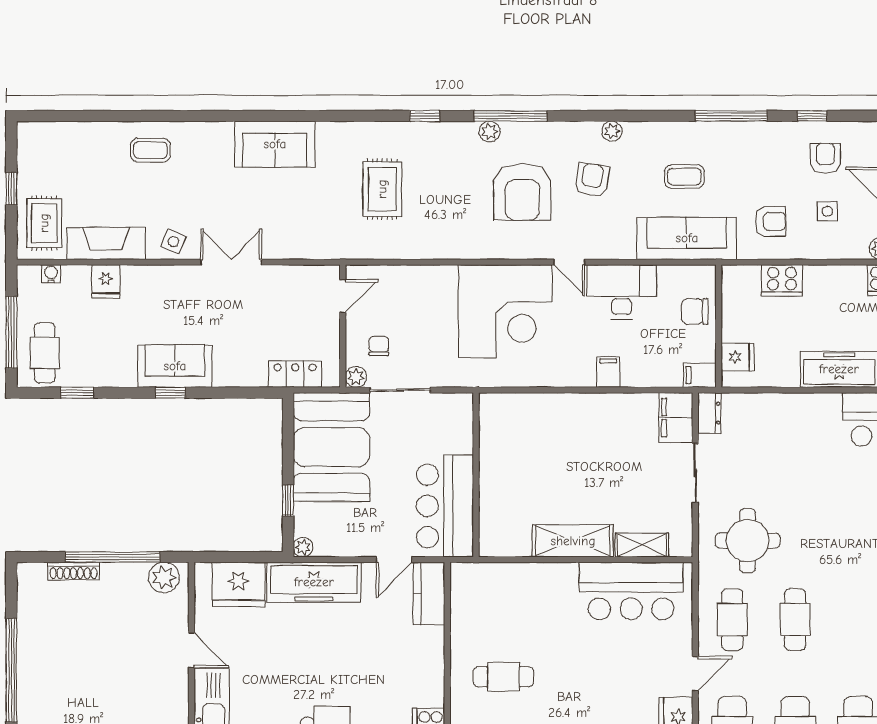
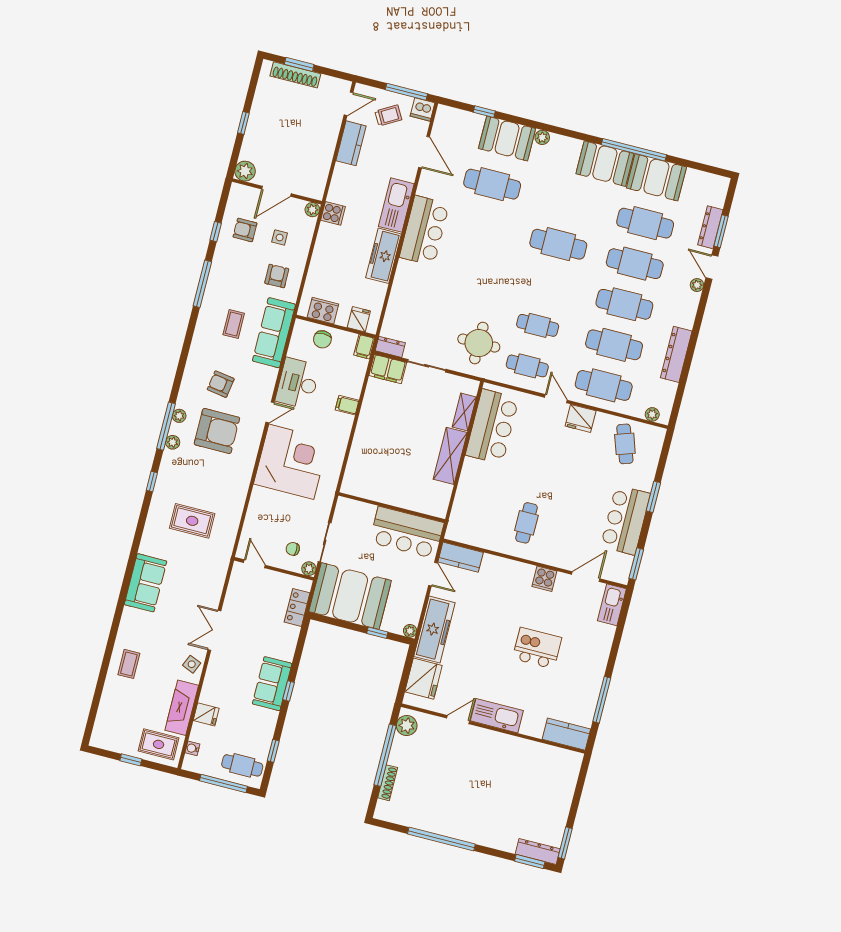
plant: (612, 131) -> (179, 416), moved
cooker: (782, 280) -> (323, 311), moved, turned -90

